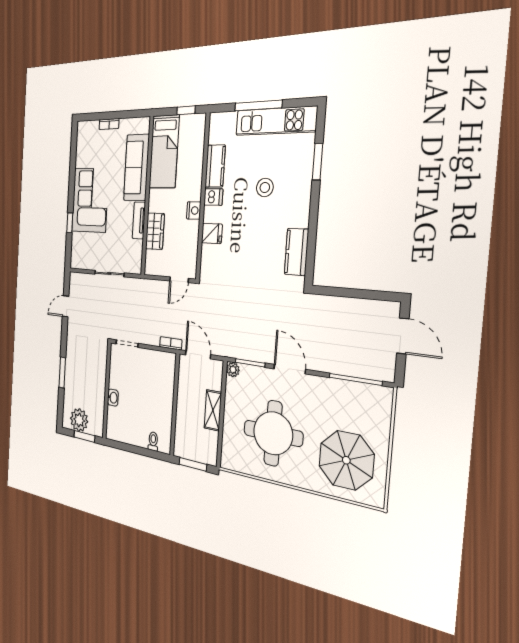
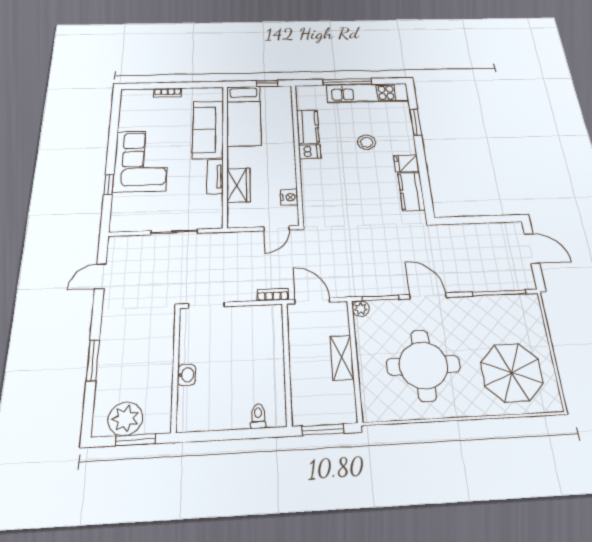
nightstand: (194, 210) -> (289, 197), moved
fridge: (212, 233) -> (406, 163), moved, turned 180

